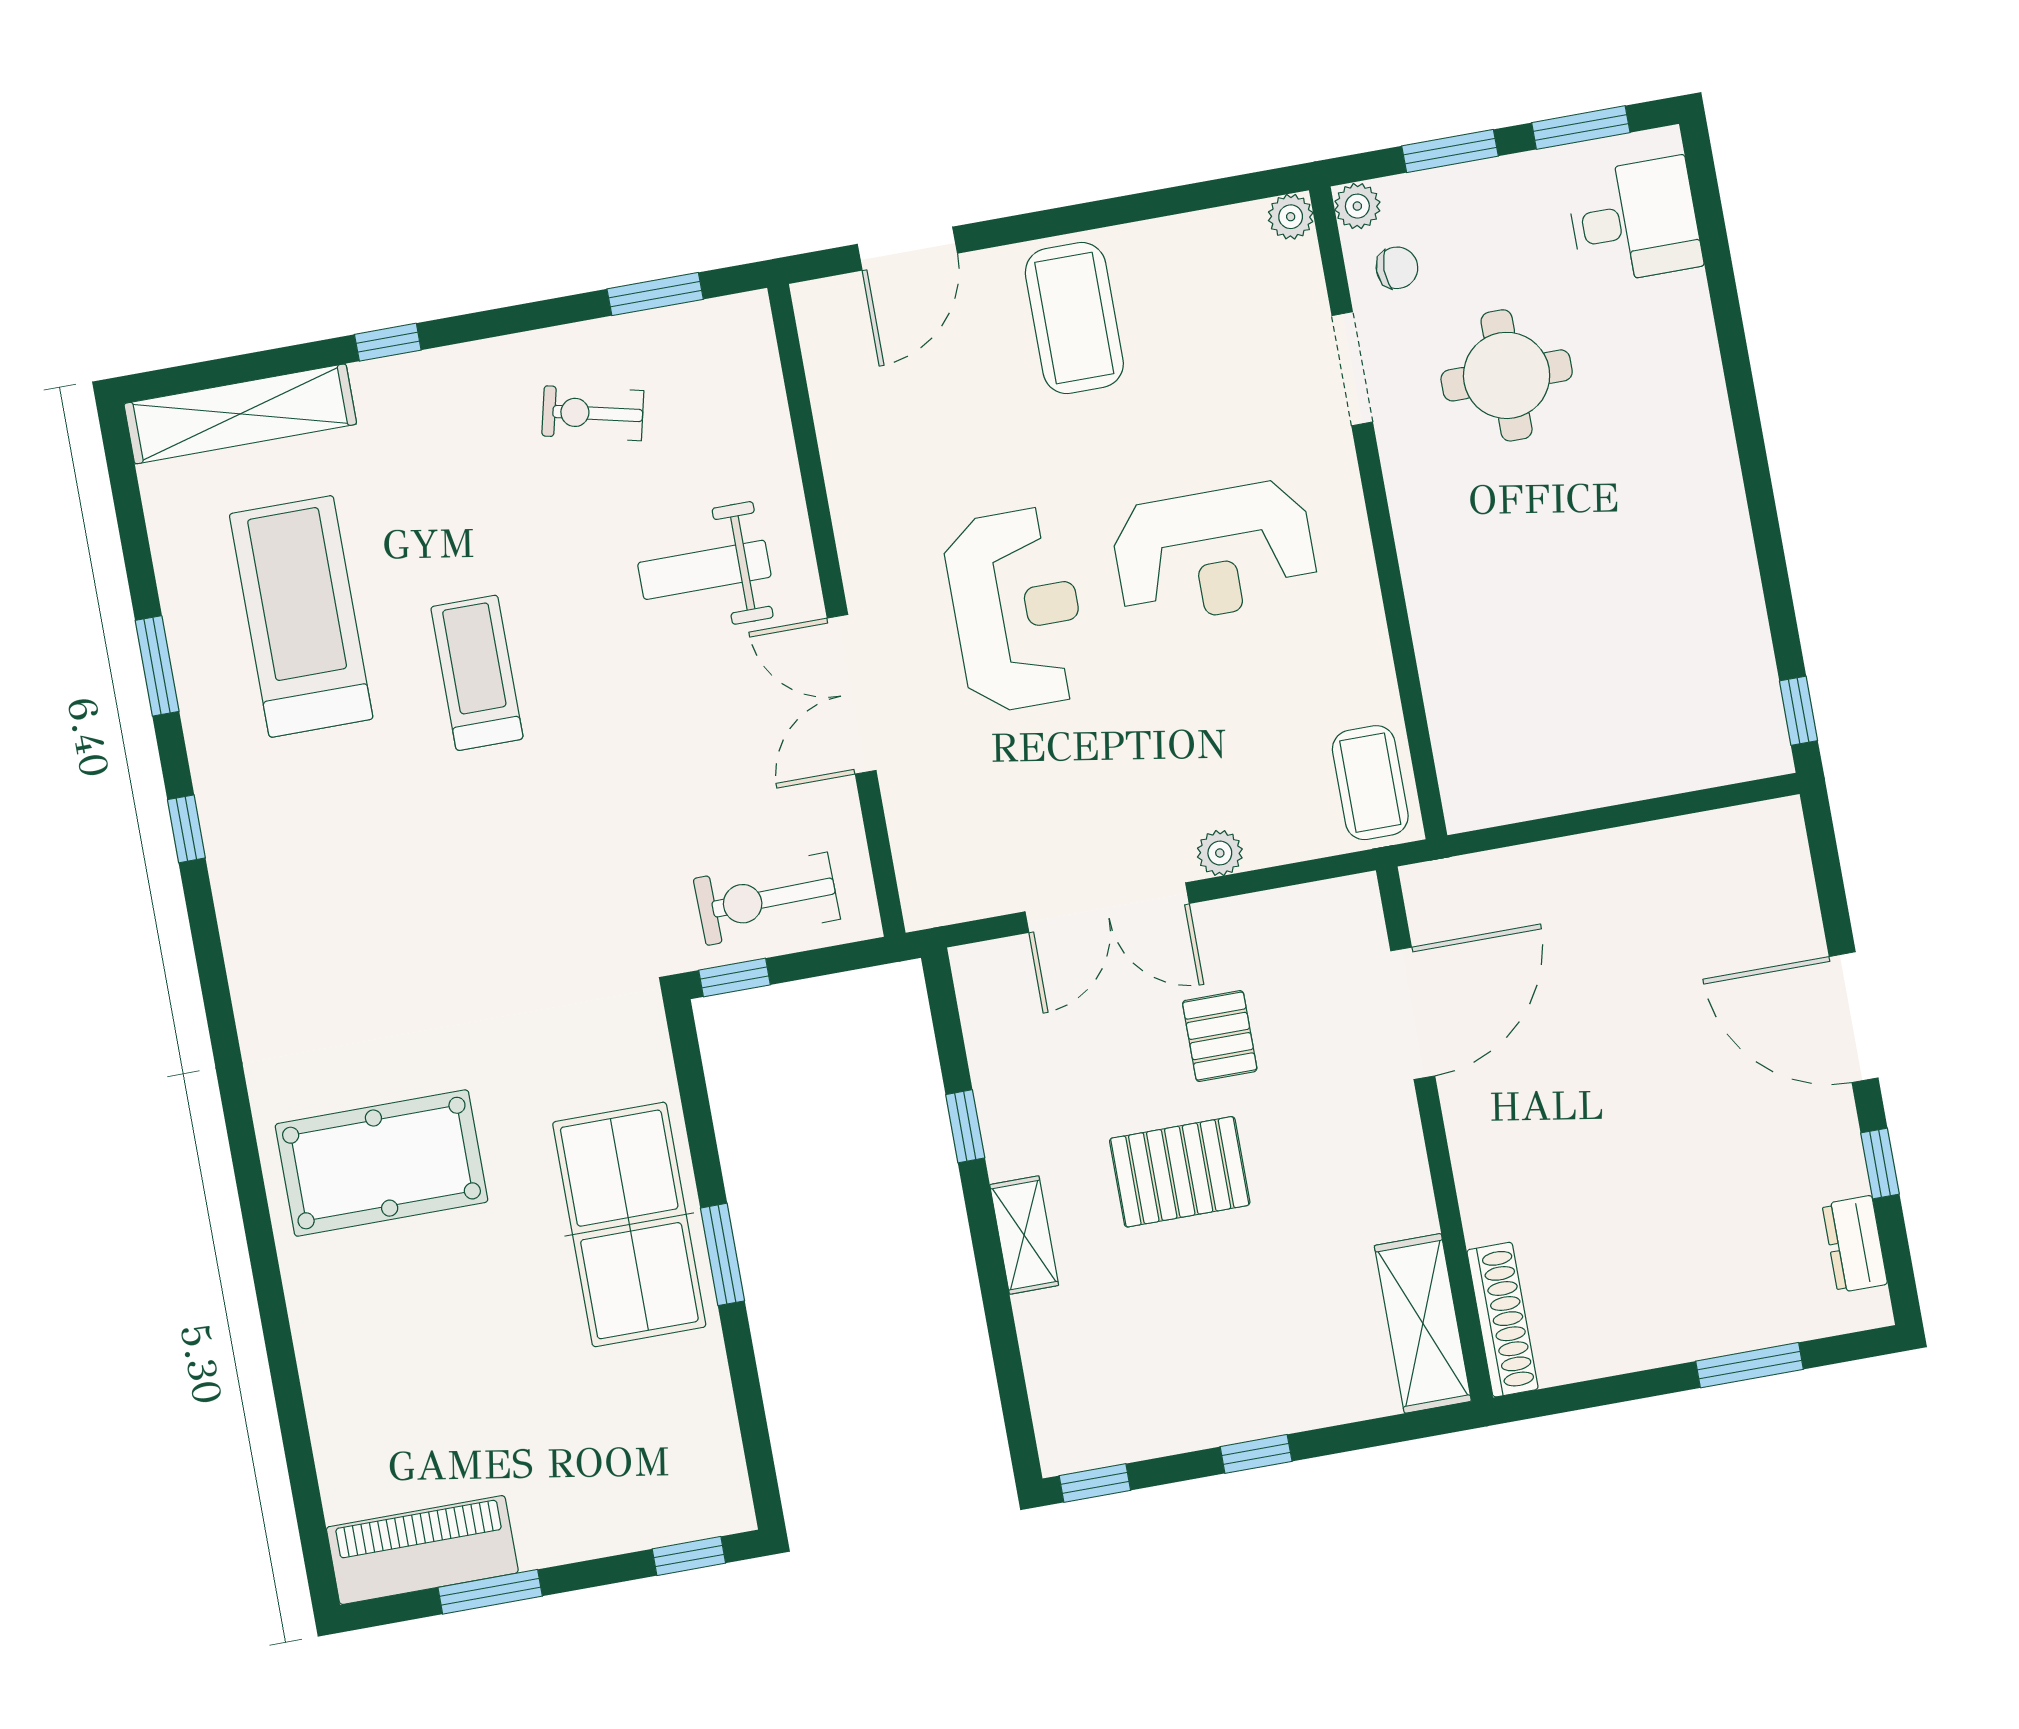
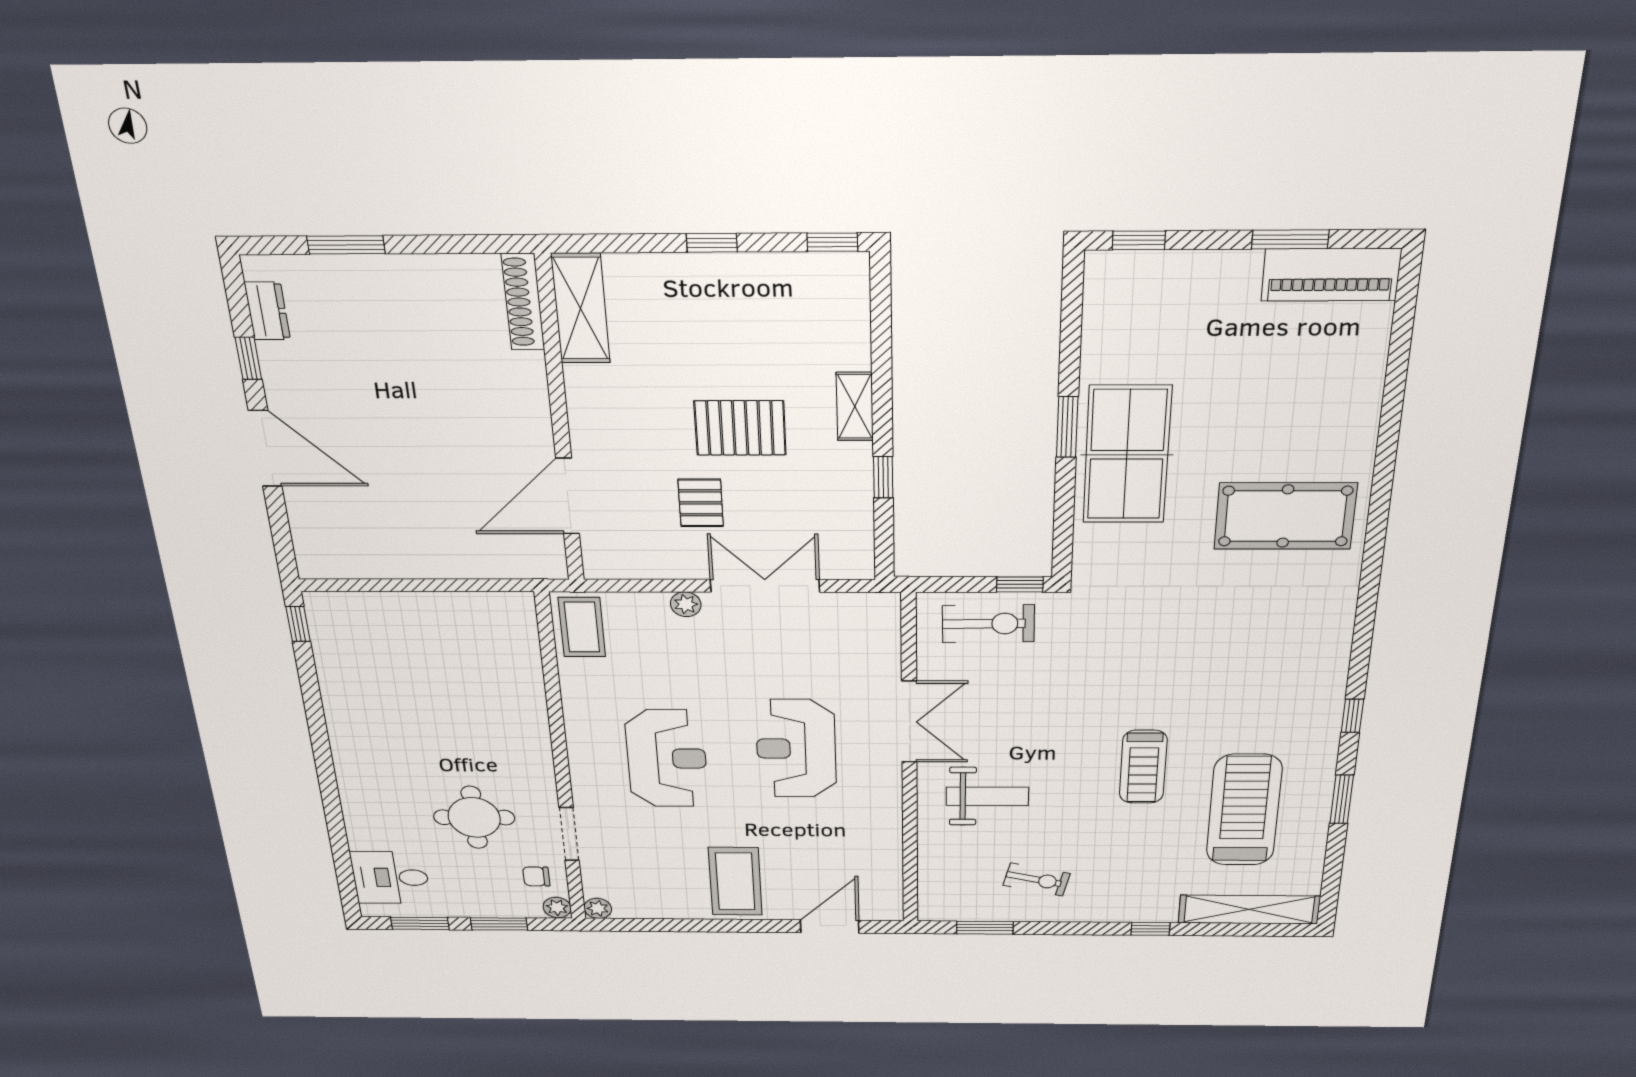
reception desk: (1214, 553) -> (667, 758), turned 90
treadmill: (301, 616) -> (1244, 810), turned 180

